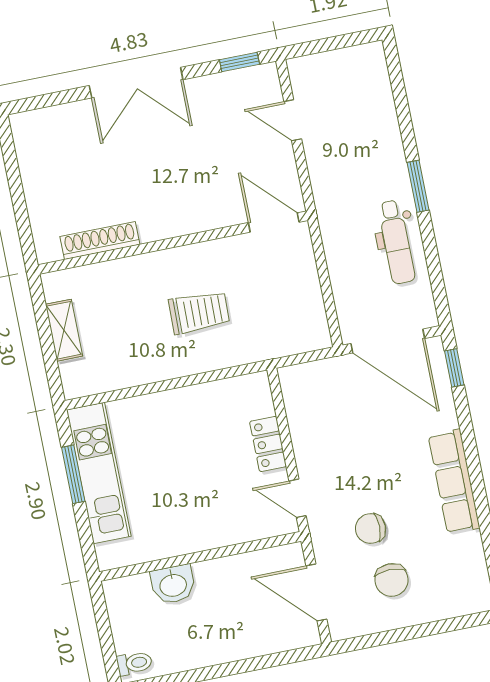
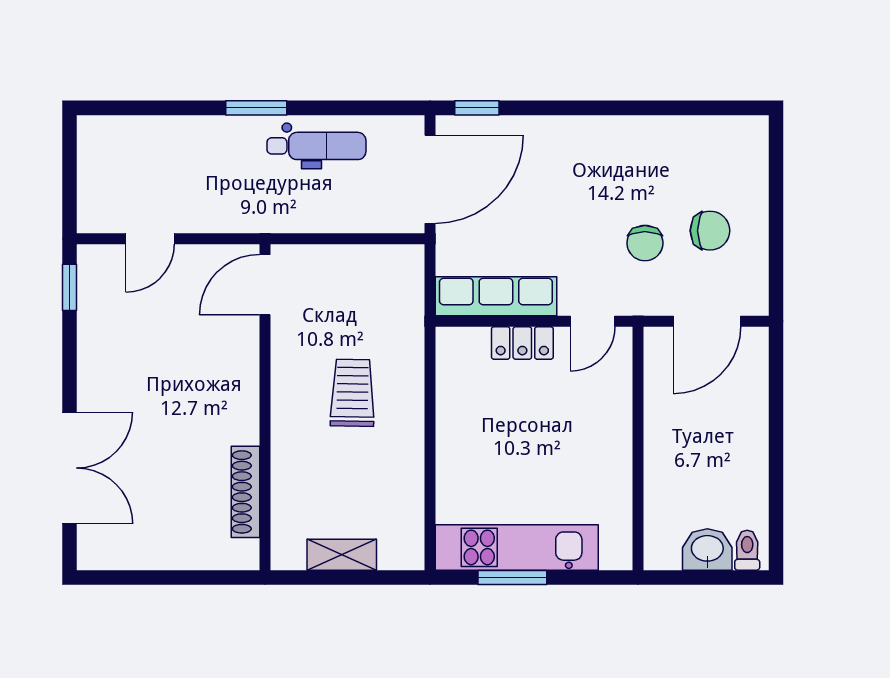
double door: (136, 83) -> (70, 468), moved
row of seats: (454, 482) -> (496, 296), moved, turned 180
washbasin: (173, 584) -> (707, 550), moved, turned -90

